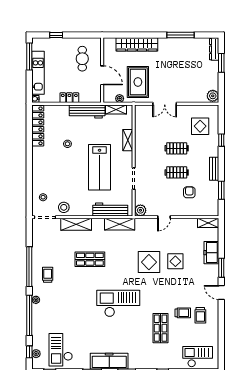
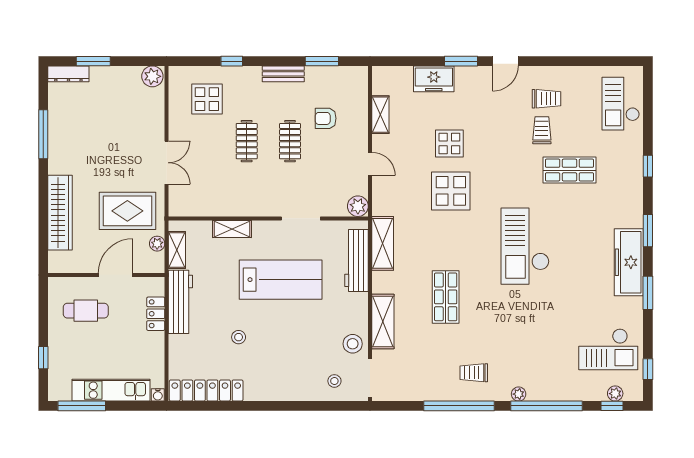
locker: (69, 98) -> (156, 314), moved
shelving: (208, 223) -> (380, 115), moved

